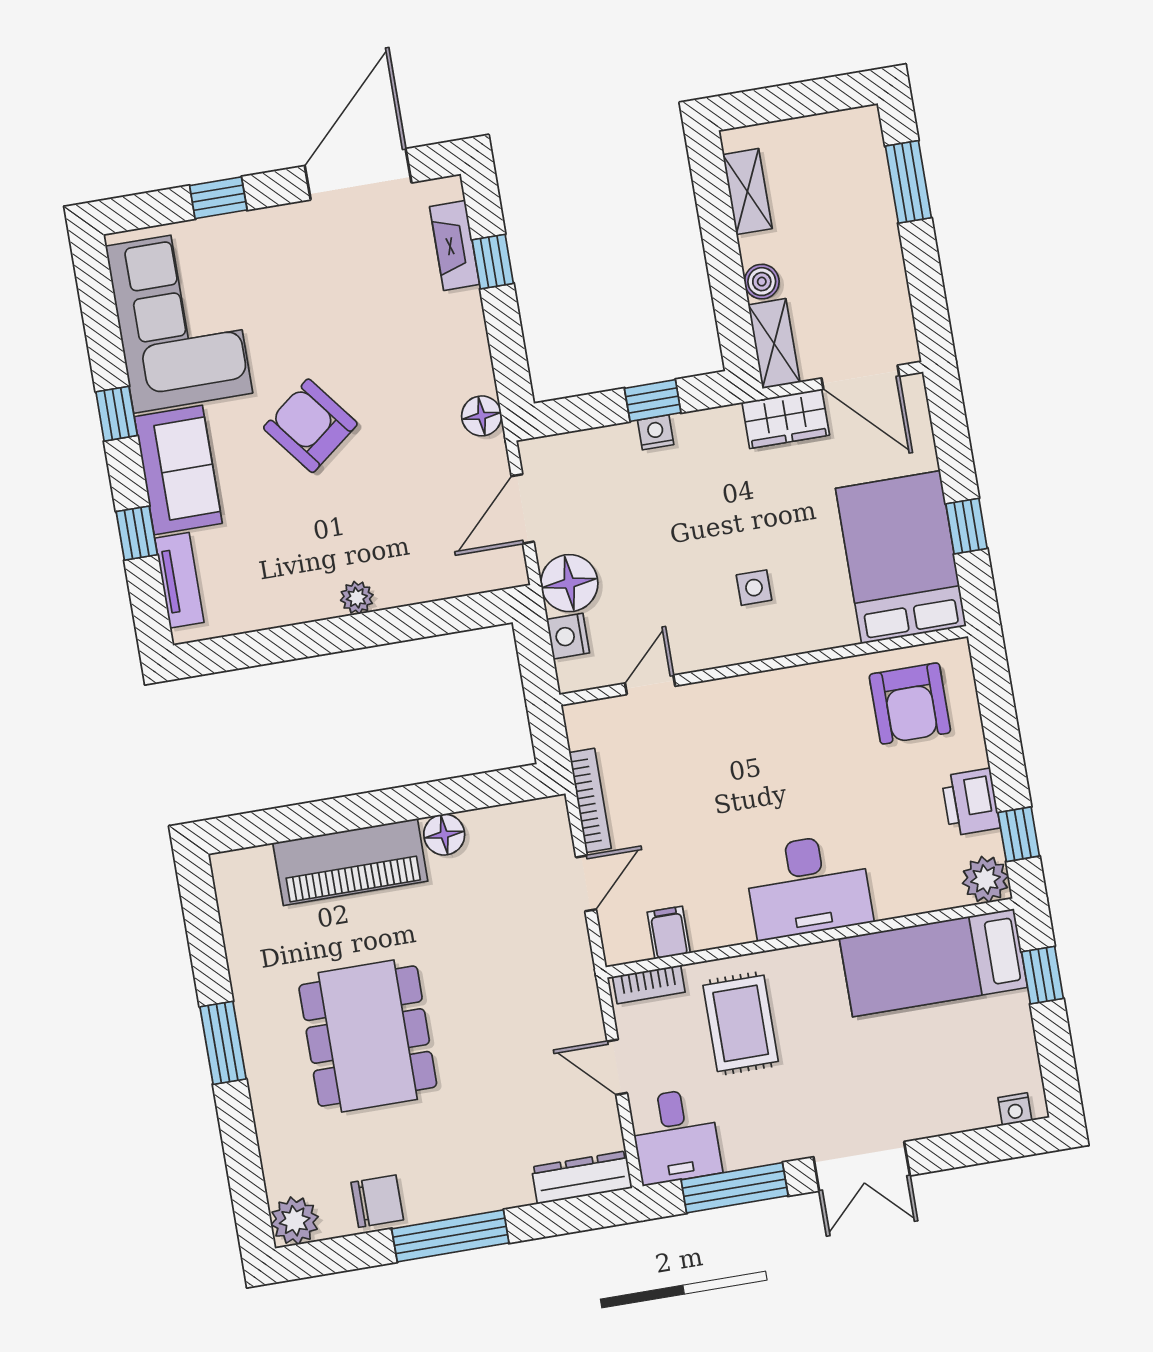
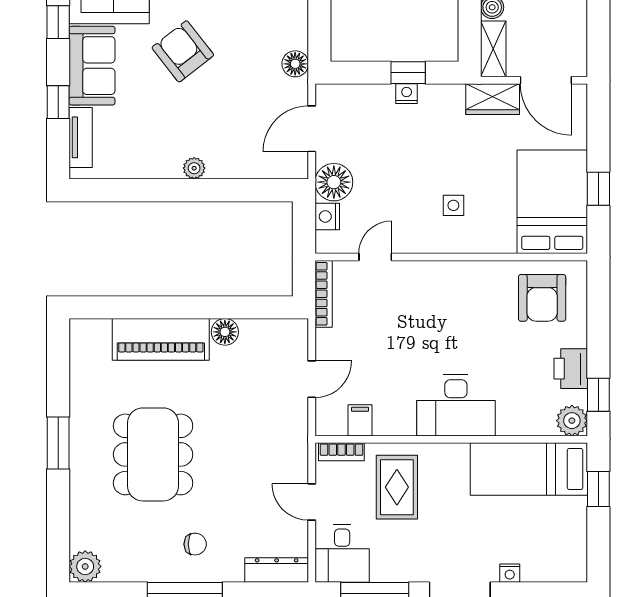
bookcase: (590, 800) -> (324, 294), moved
nightstand: (1015, 1109) -> (510, 573), moved
chair: (377, 1201) -> (195, 544), moved, width x0.73, depth x0.73

